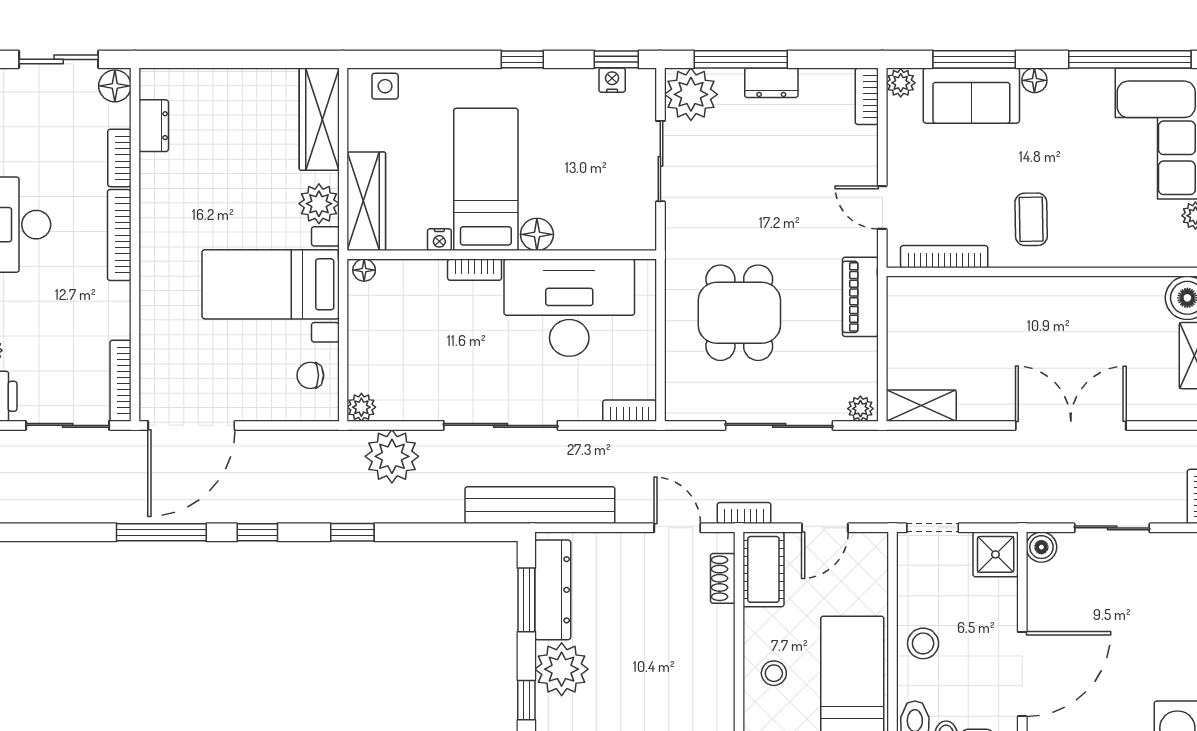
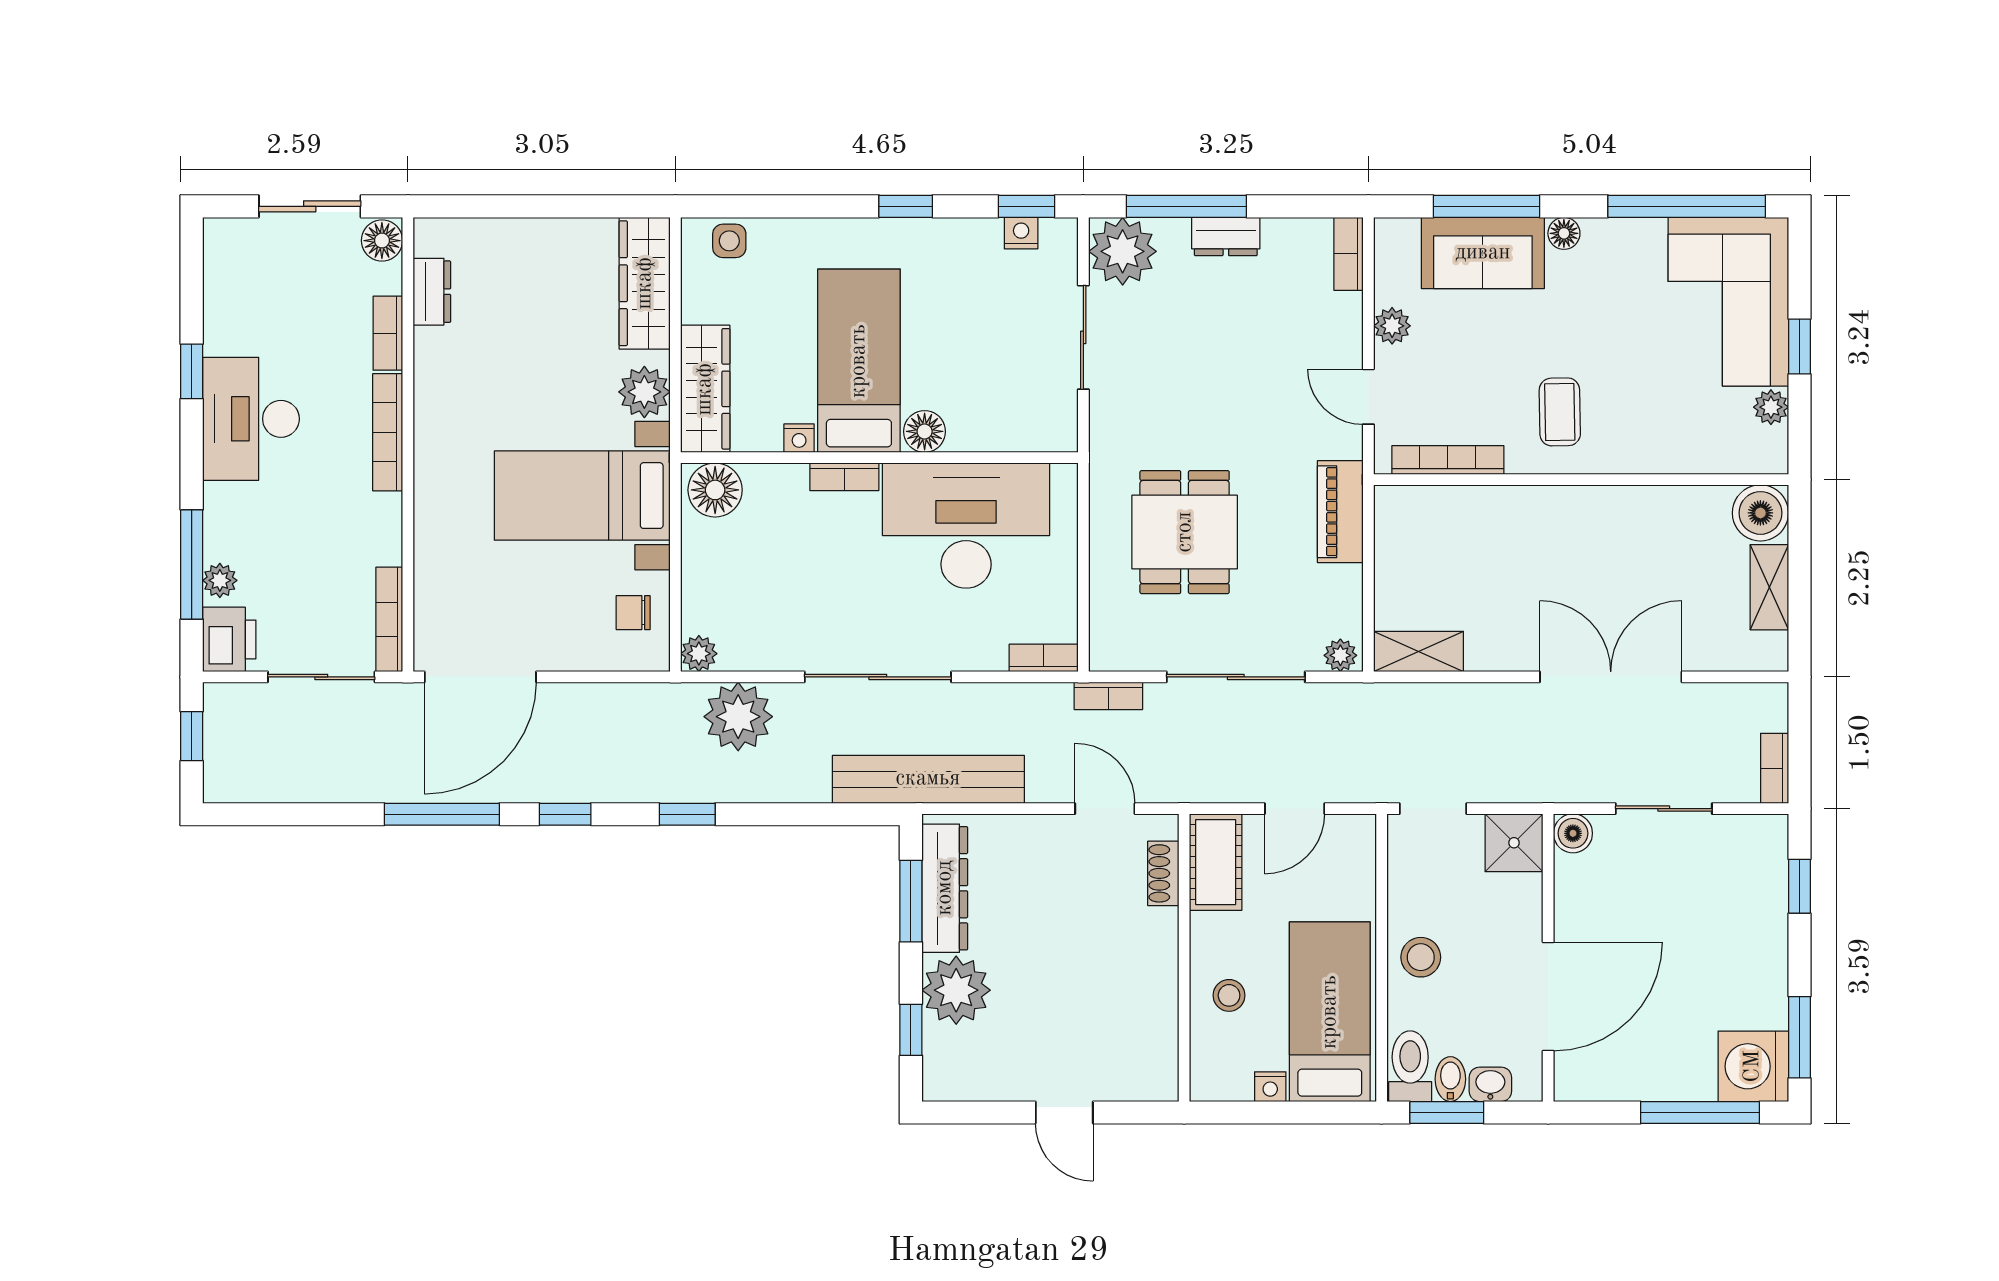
plant: (901, 83) -> (1392, 326), moved
floor lamp: (364, 270) -> (715, 490), width x1.89, depth x1.89
bookcase: (744, 513) -> (1108, 696), moved, turned 180

